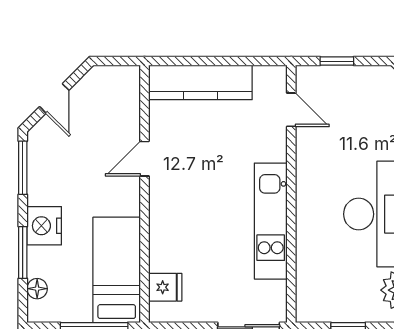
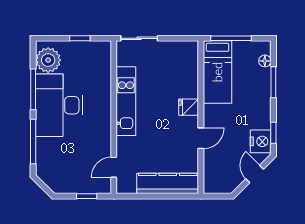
door: (291, 110) -> (114, 167), hinge flipped
window: (23, 168) -> (273, 133), width x0.67
nightstand: (44, 226) -> (261, 141), moved
fridge: (165, 287) -> (189, 107), moved

